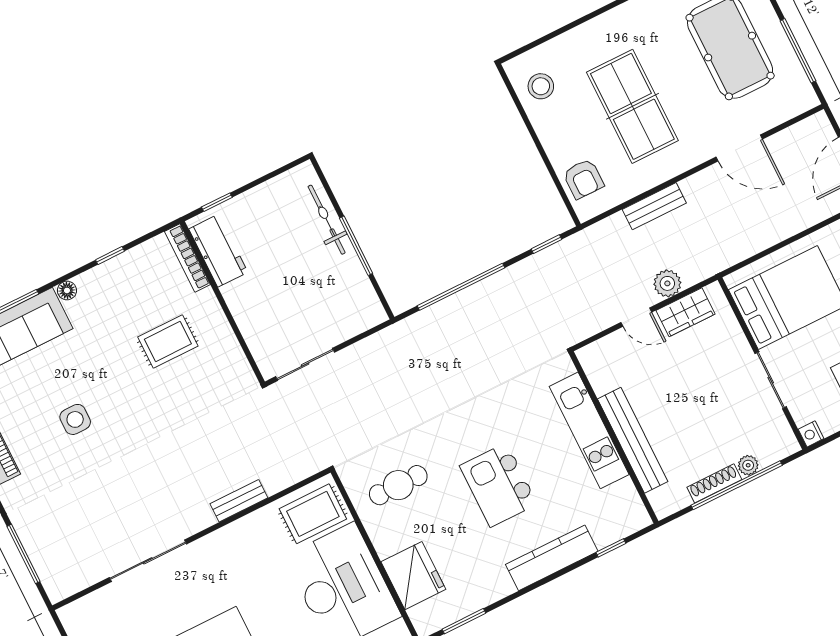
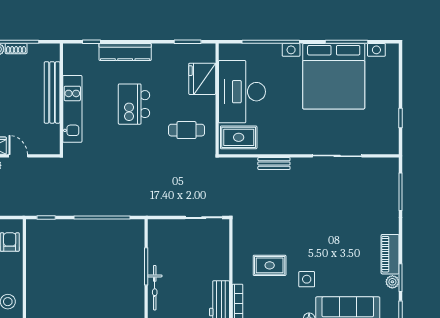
side table: (75, 419) -> (307, 279), moved
shoe rack: (714, 483) -> (16, 49), width x0.70
kitchen island: (498, 485) -> (134, 104), turned 180

